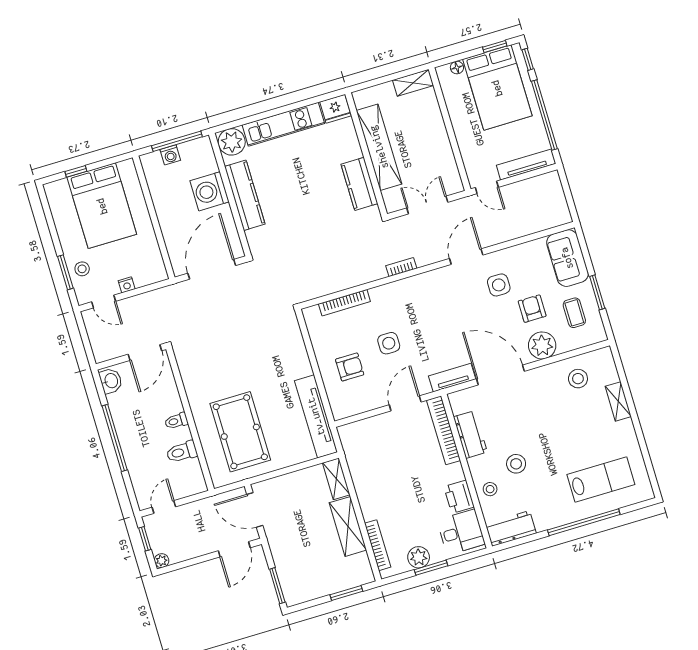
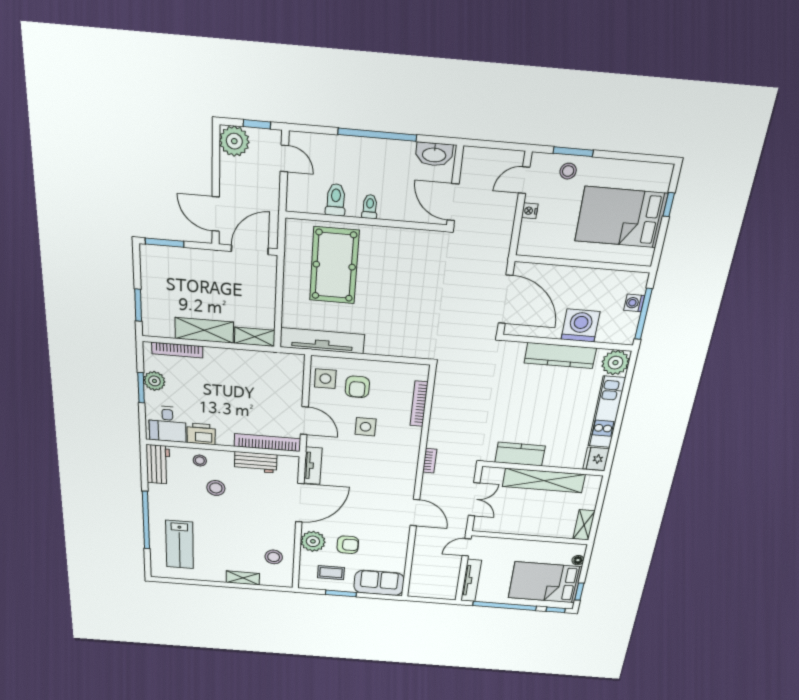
side table: (499, 285) -> (325, 379), moved
washbasin: (111, 381) -> (434, 154), width x1.38
pool table: (240, 432) -> (334, 266), turned 90
plant: (162, 561) -> (234, 141), width x1.88, depth x1.88

